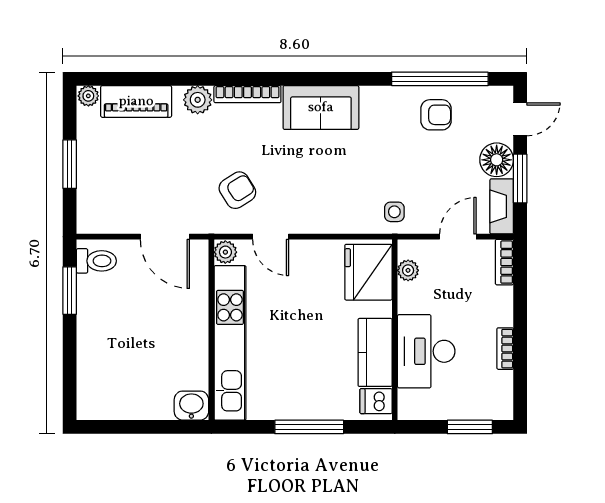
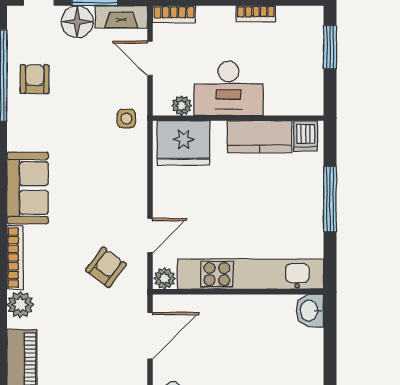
armchair: (237, 190) -> (106, 267), turned 69
desk: (426, 351) -> (229, 88), moved

